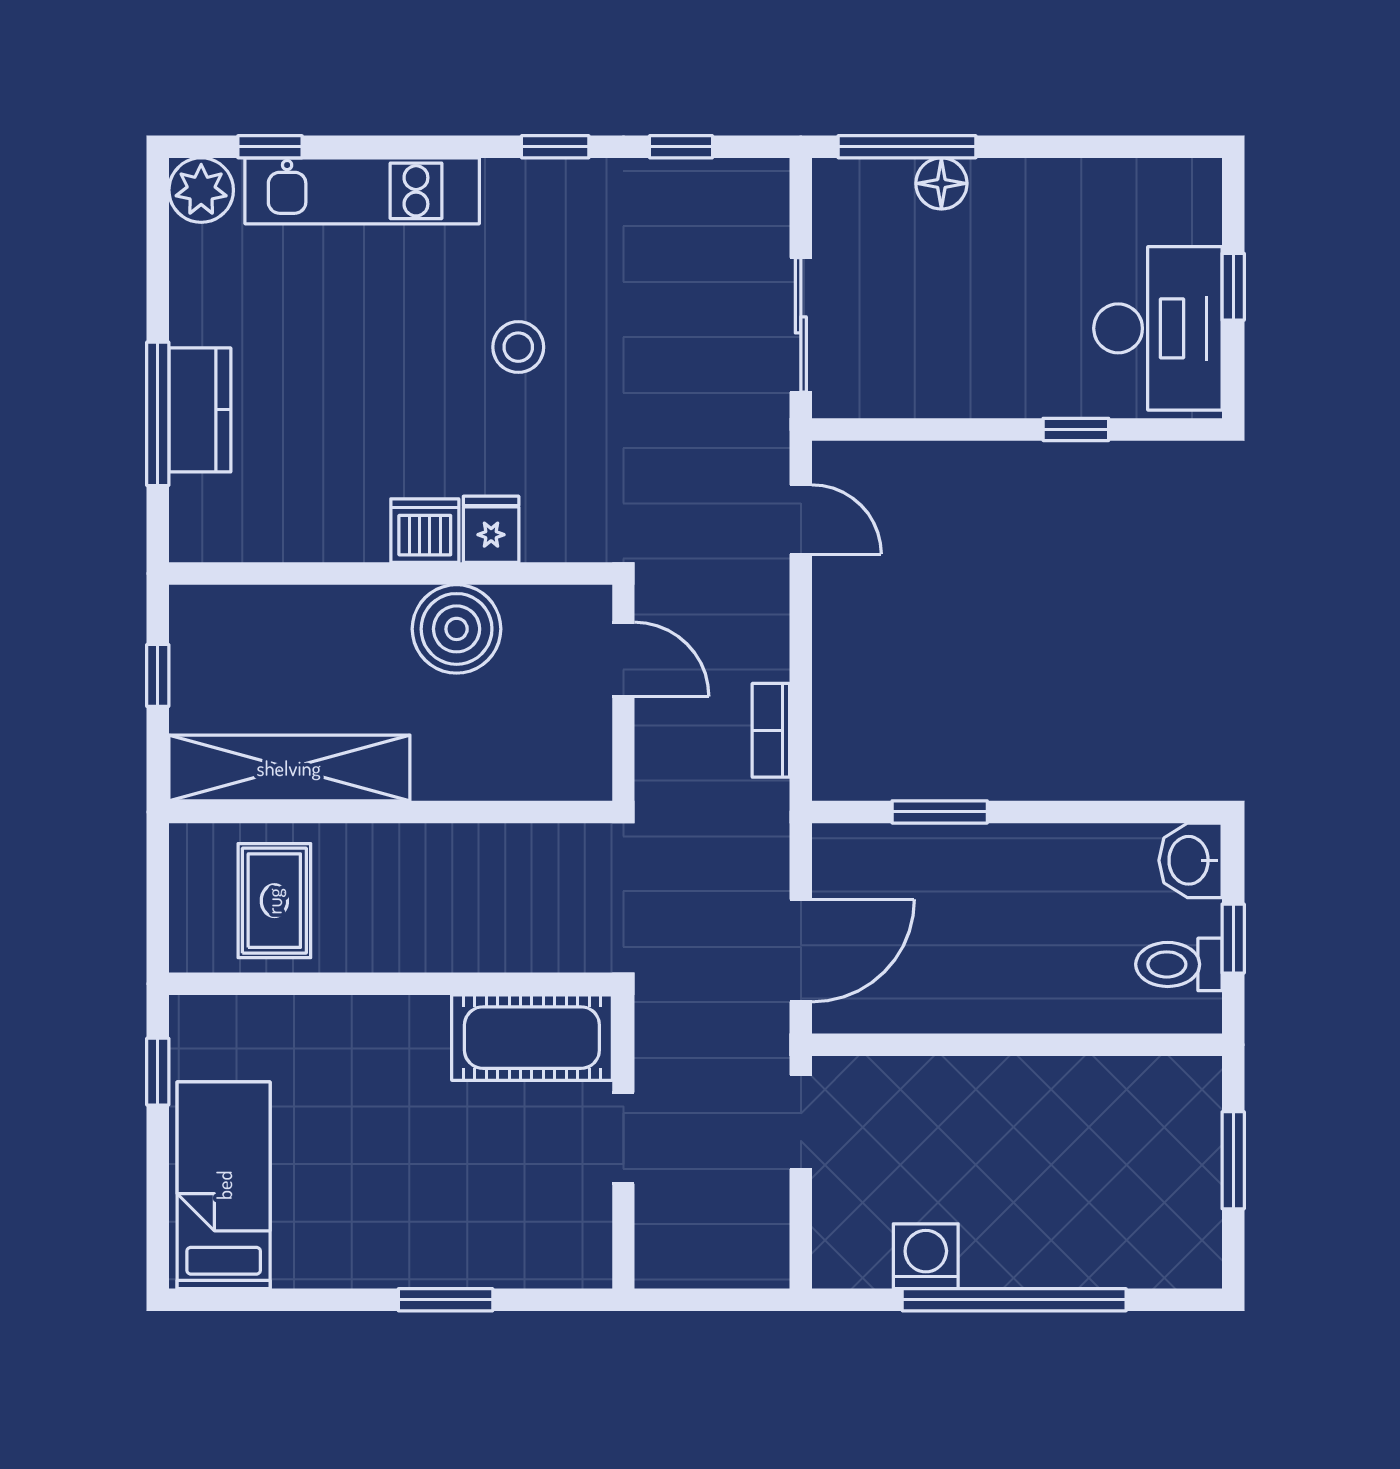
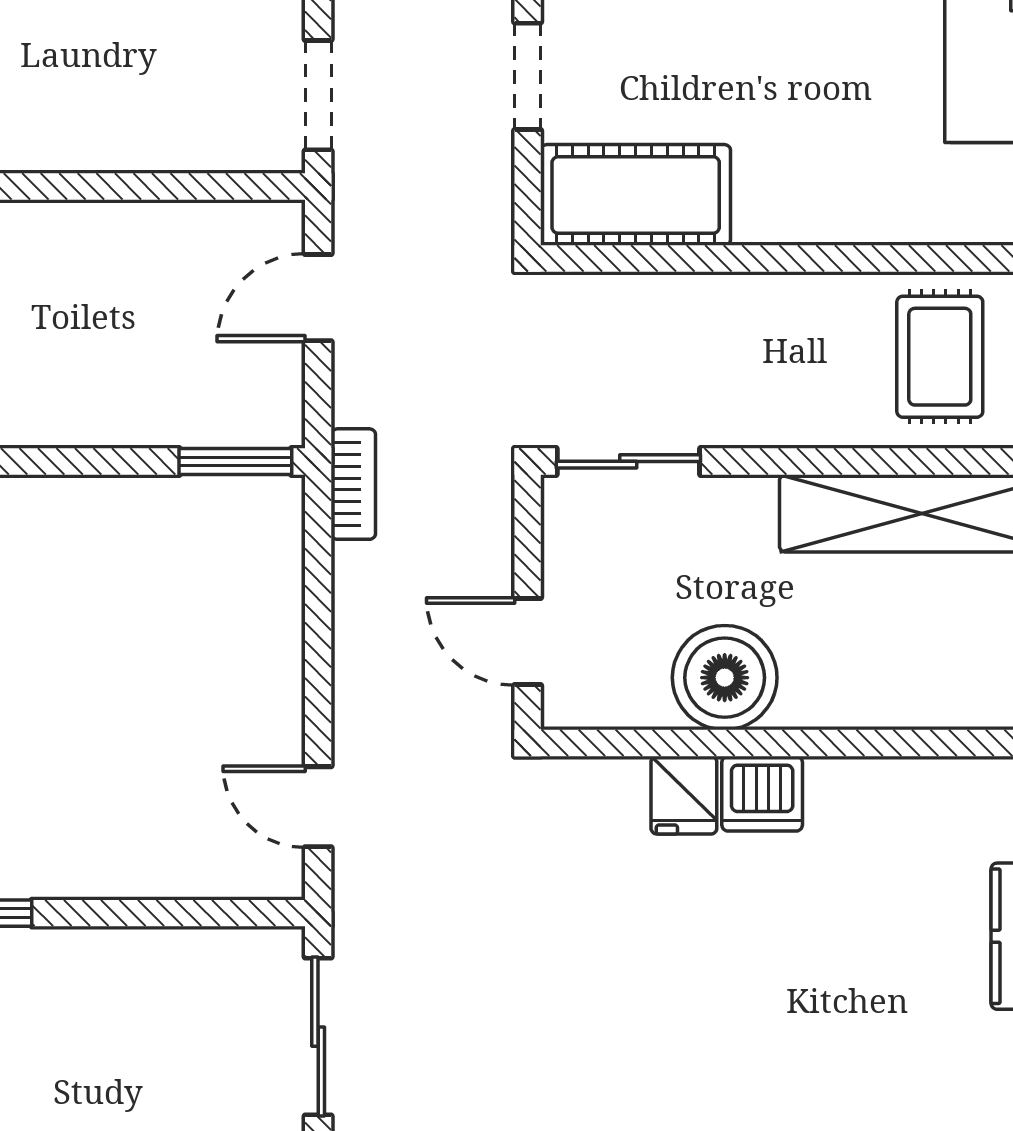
stool: (518, 347) -> (652, 1010), removed
bookcase: (771, 730) -> (353, 484), moved
sliding door: (538, 812) -> (628, 461), added
window: (940, 812) -> (235, 461), moved
door: (801, 951) -> (318, 298), width x0.73

